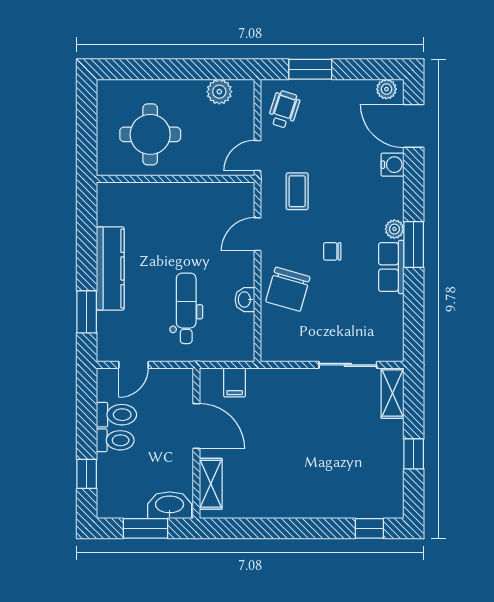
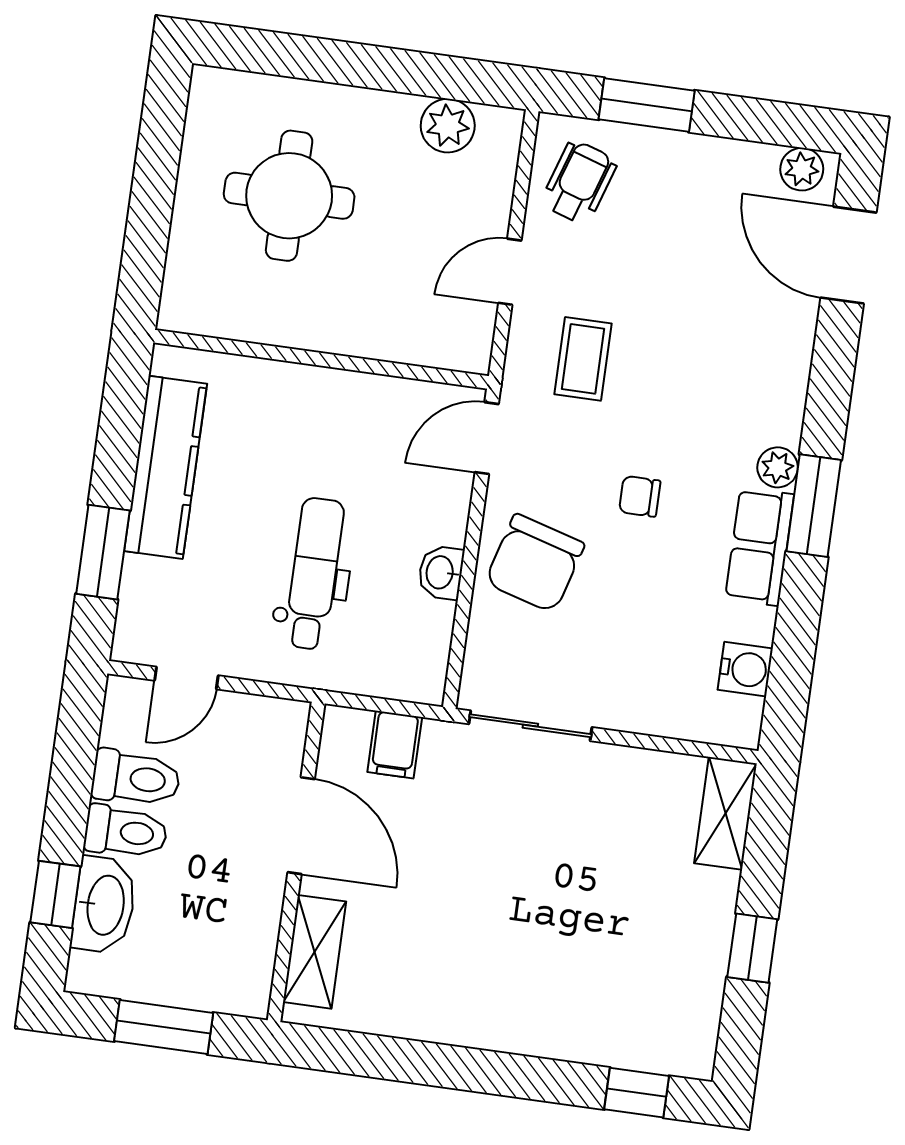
water cooler: (392, 165) -> (745, 669), moved
wall: (176, 179) -> (321, 359), moved
sliding door: (348, 365) -> (530, 726), moved
washbasin: (170, 505) -> (104, 905), moved, turned 90

